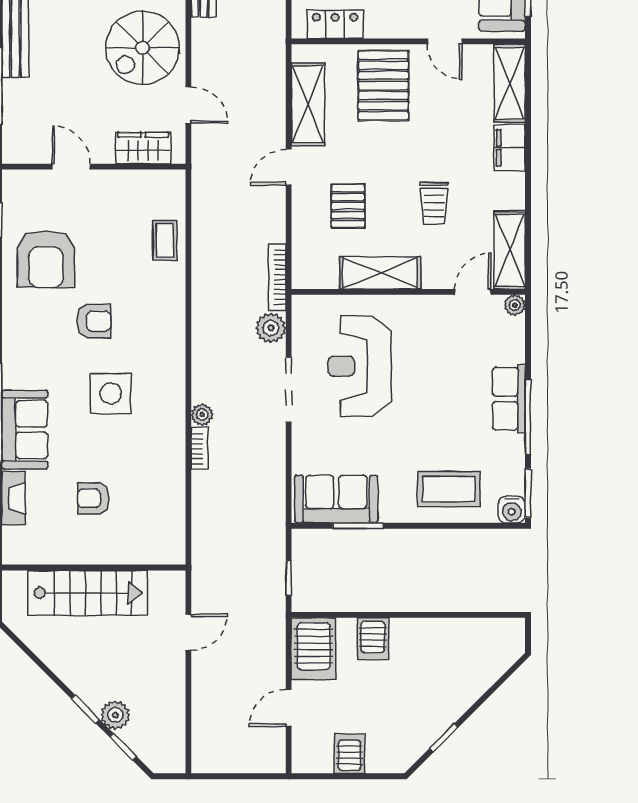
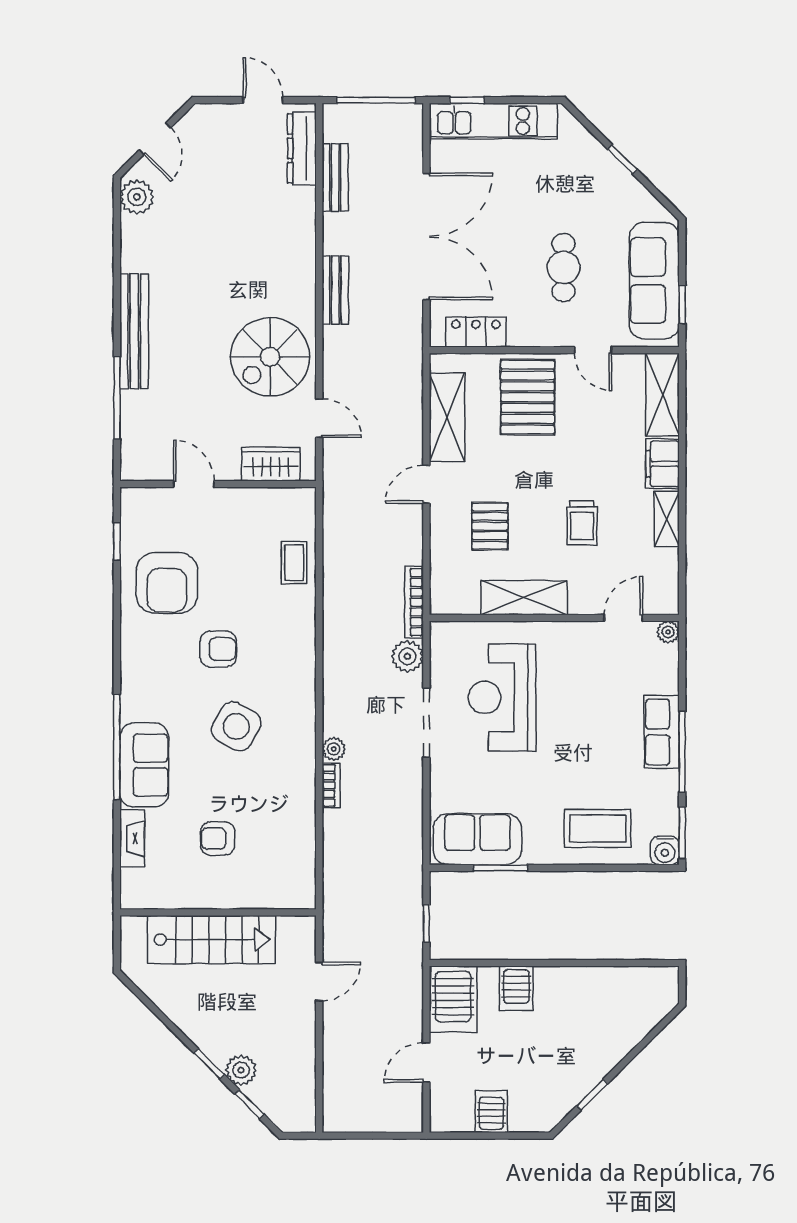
shelving: (510, 250) -> (667, 519), moved, width x0.67, depth x0.75
side table: (111, 393) -> (236, 726), turned 30

